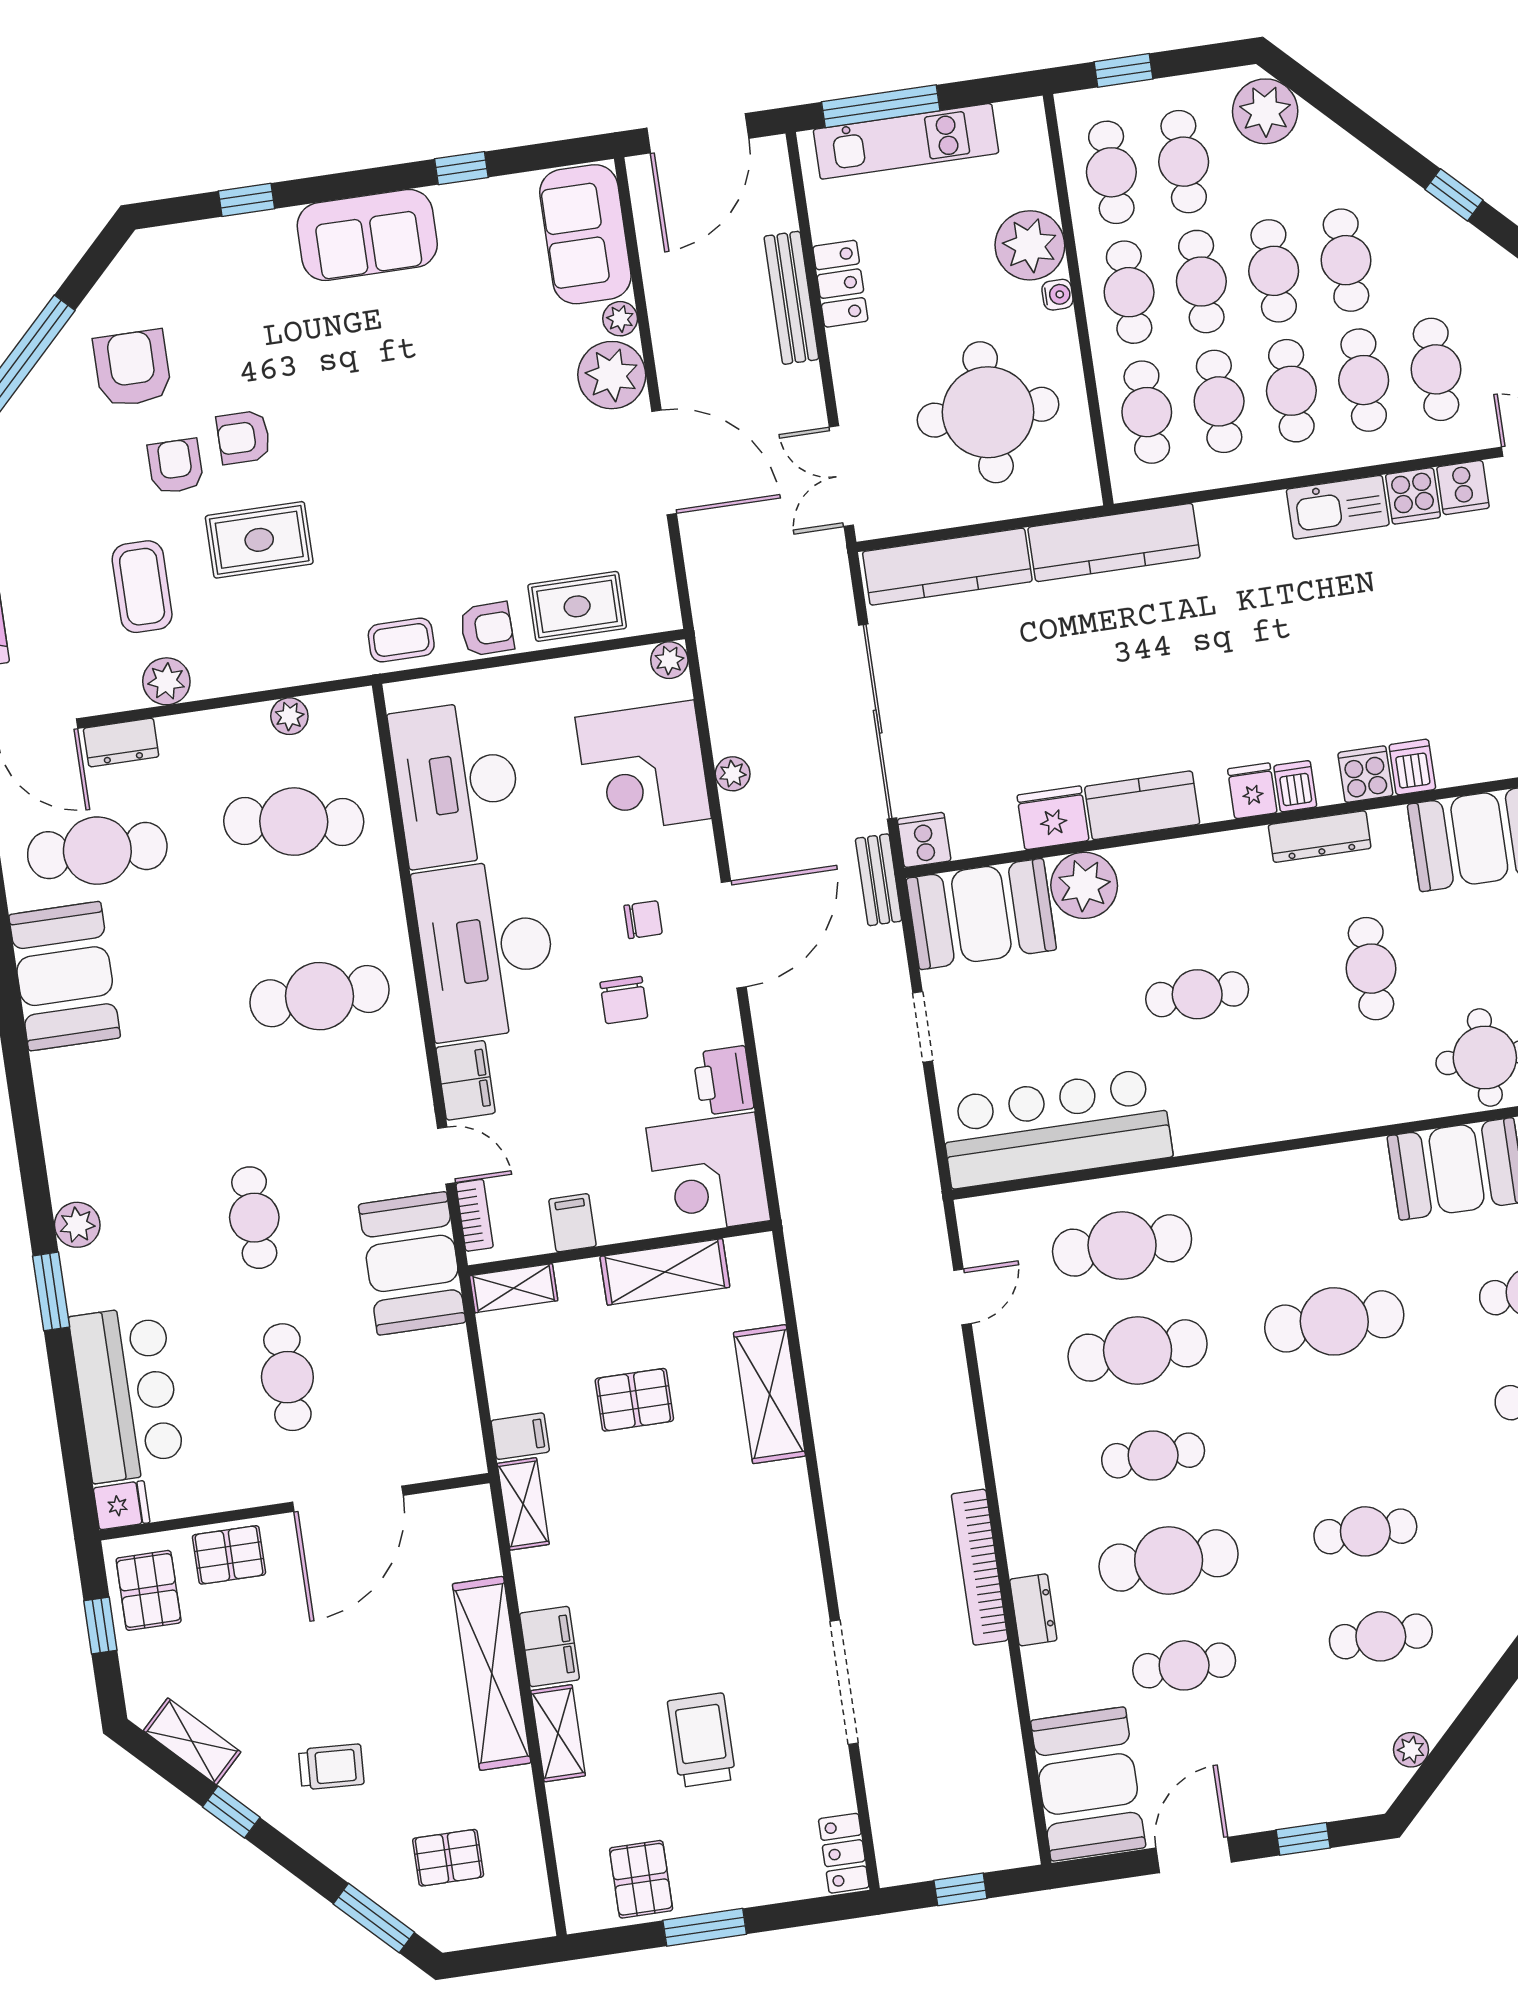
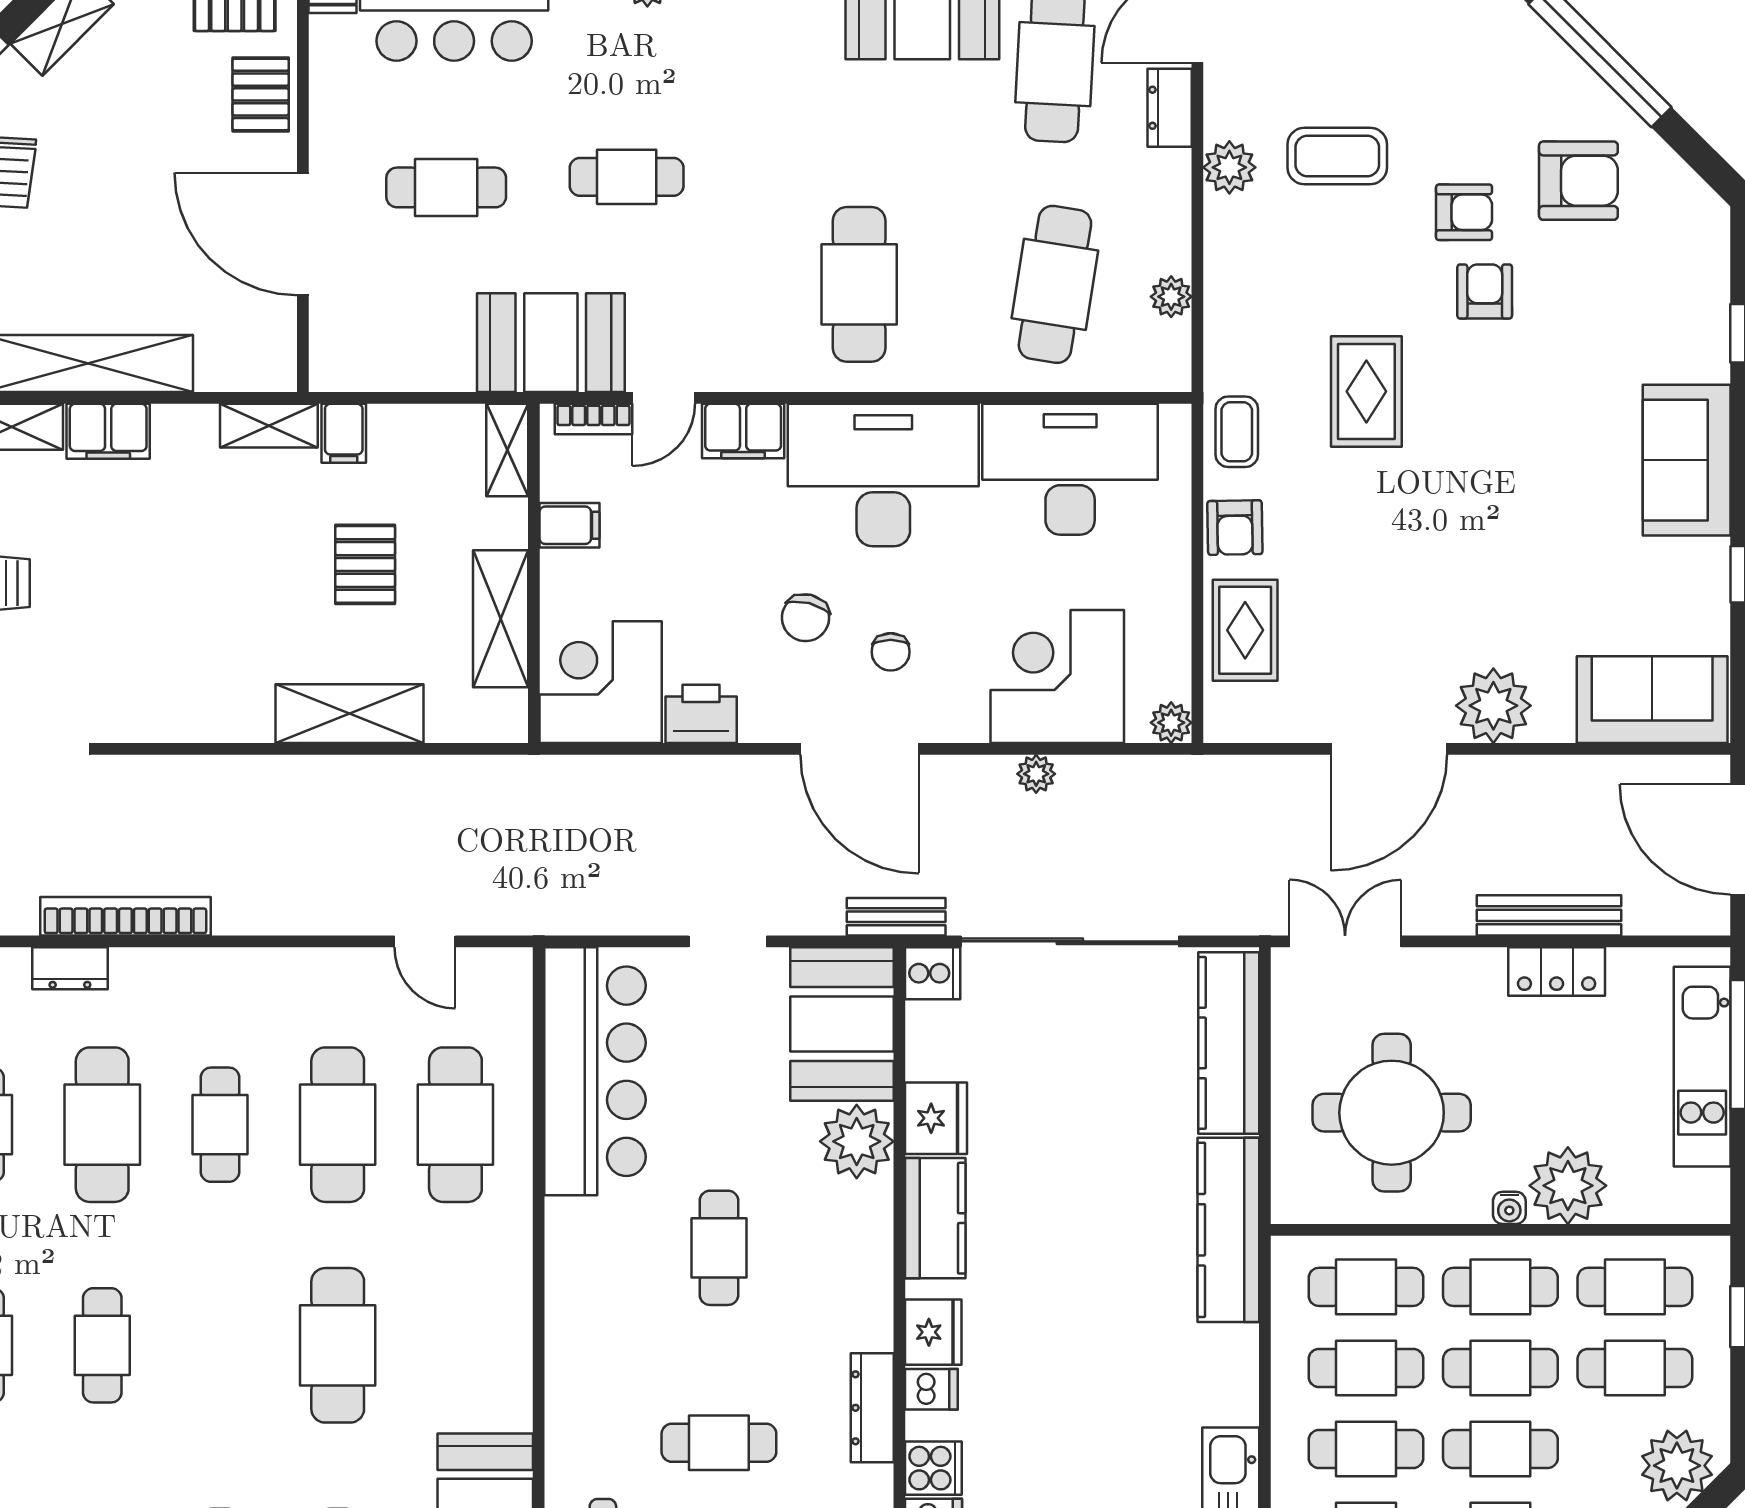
plant: (620, 319) -> (1554, 724), removed
rug: (259, 540) -> (1366, 391), moved
fridge: (1252, 791) -> (933, 1332), width x1.38
chair: (624, 1000) -> (806, 618), turned -76

